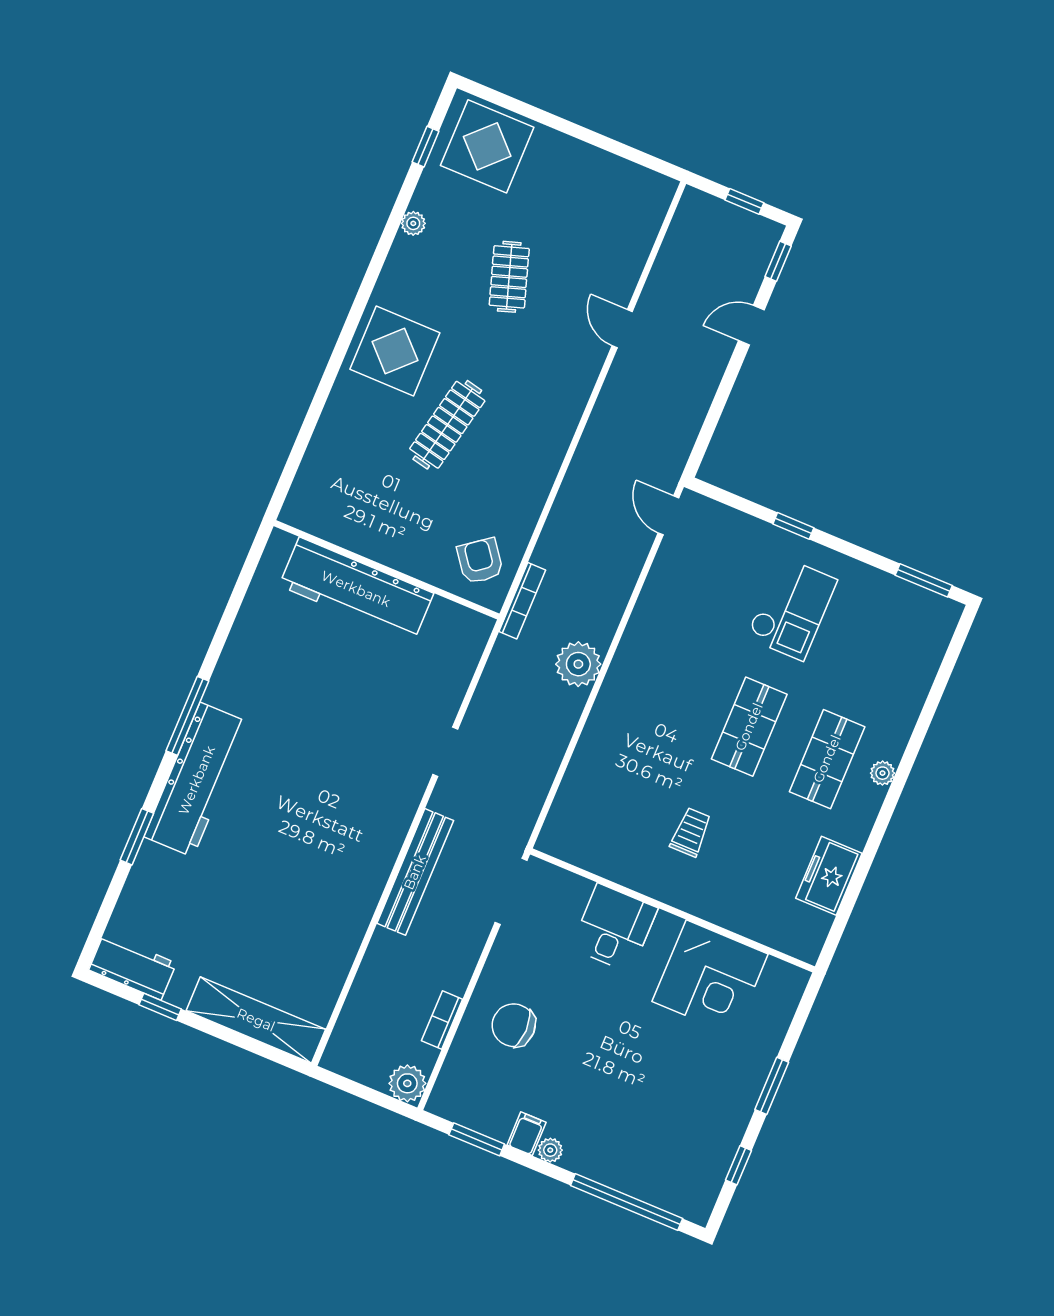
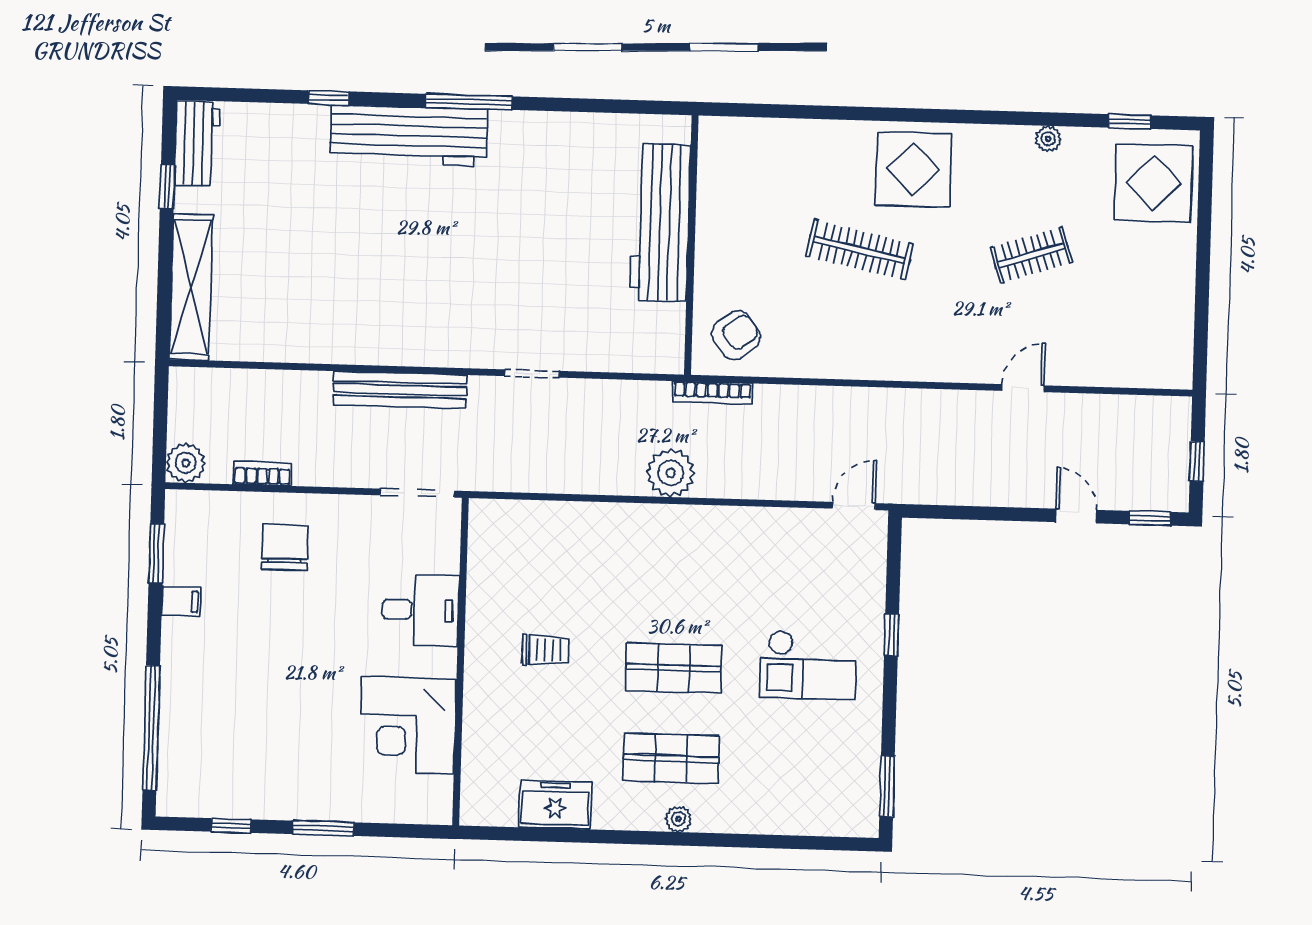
window: (137, 837) -> (329, 98), width x0.67
plant: (550, 1150) -> (174, 631), removed

